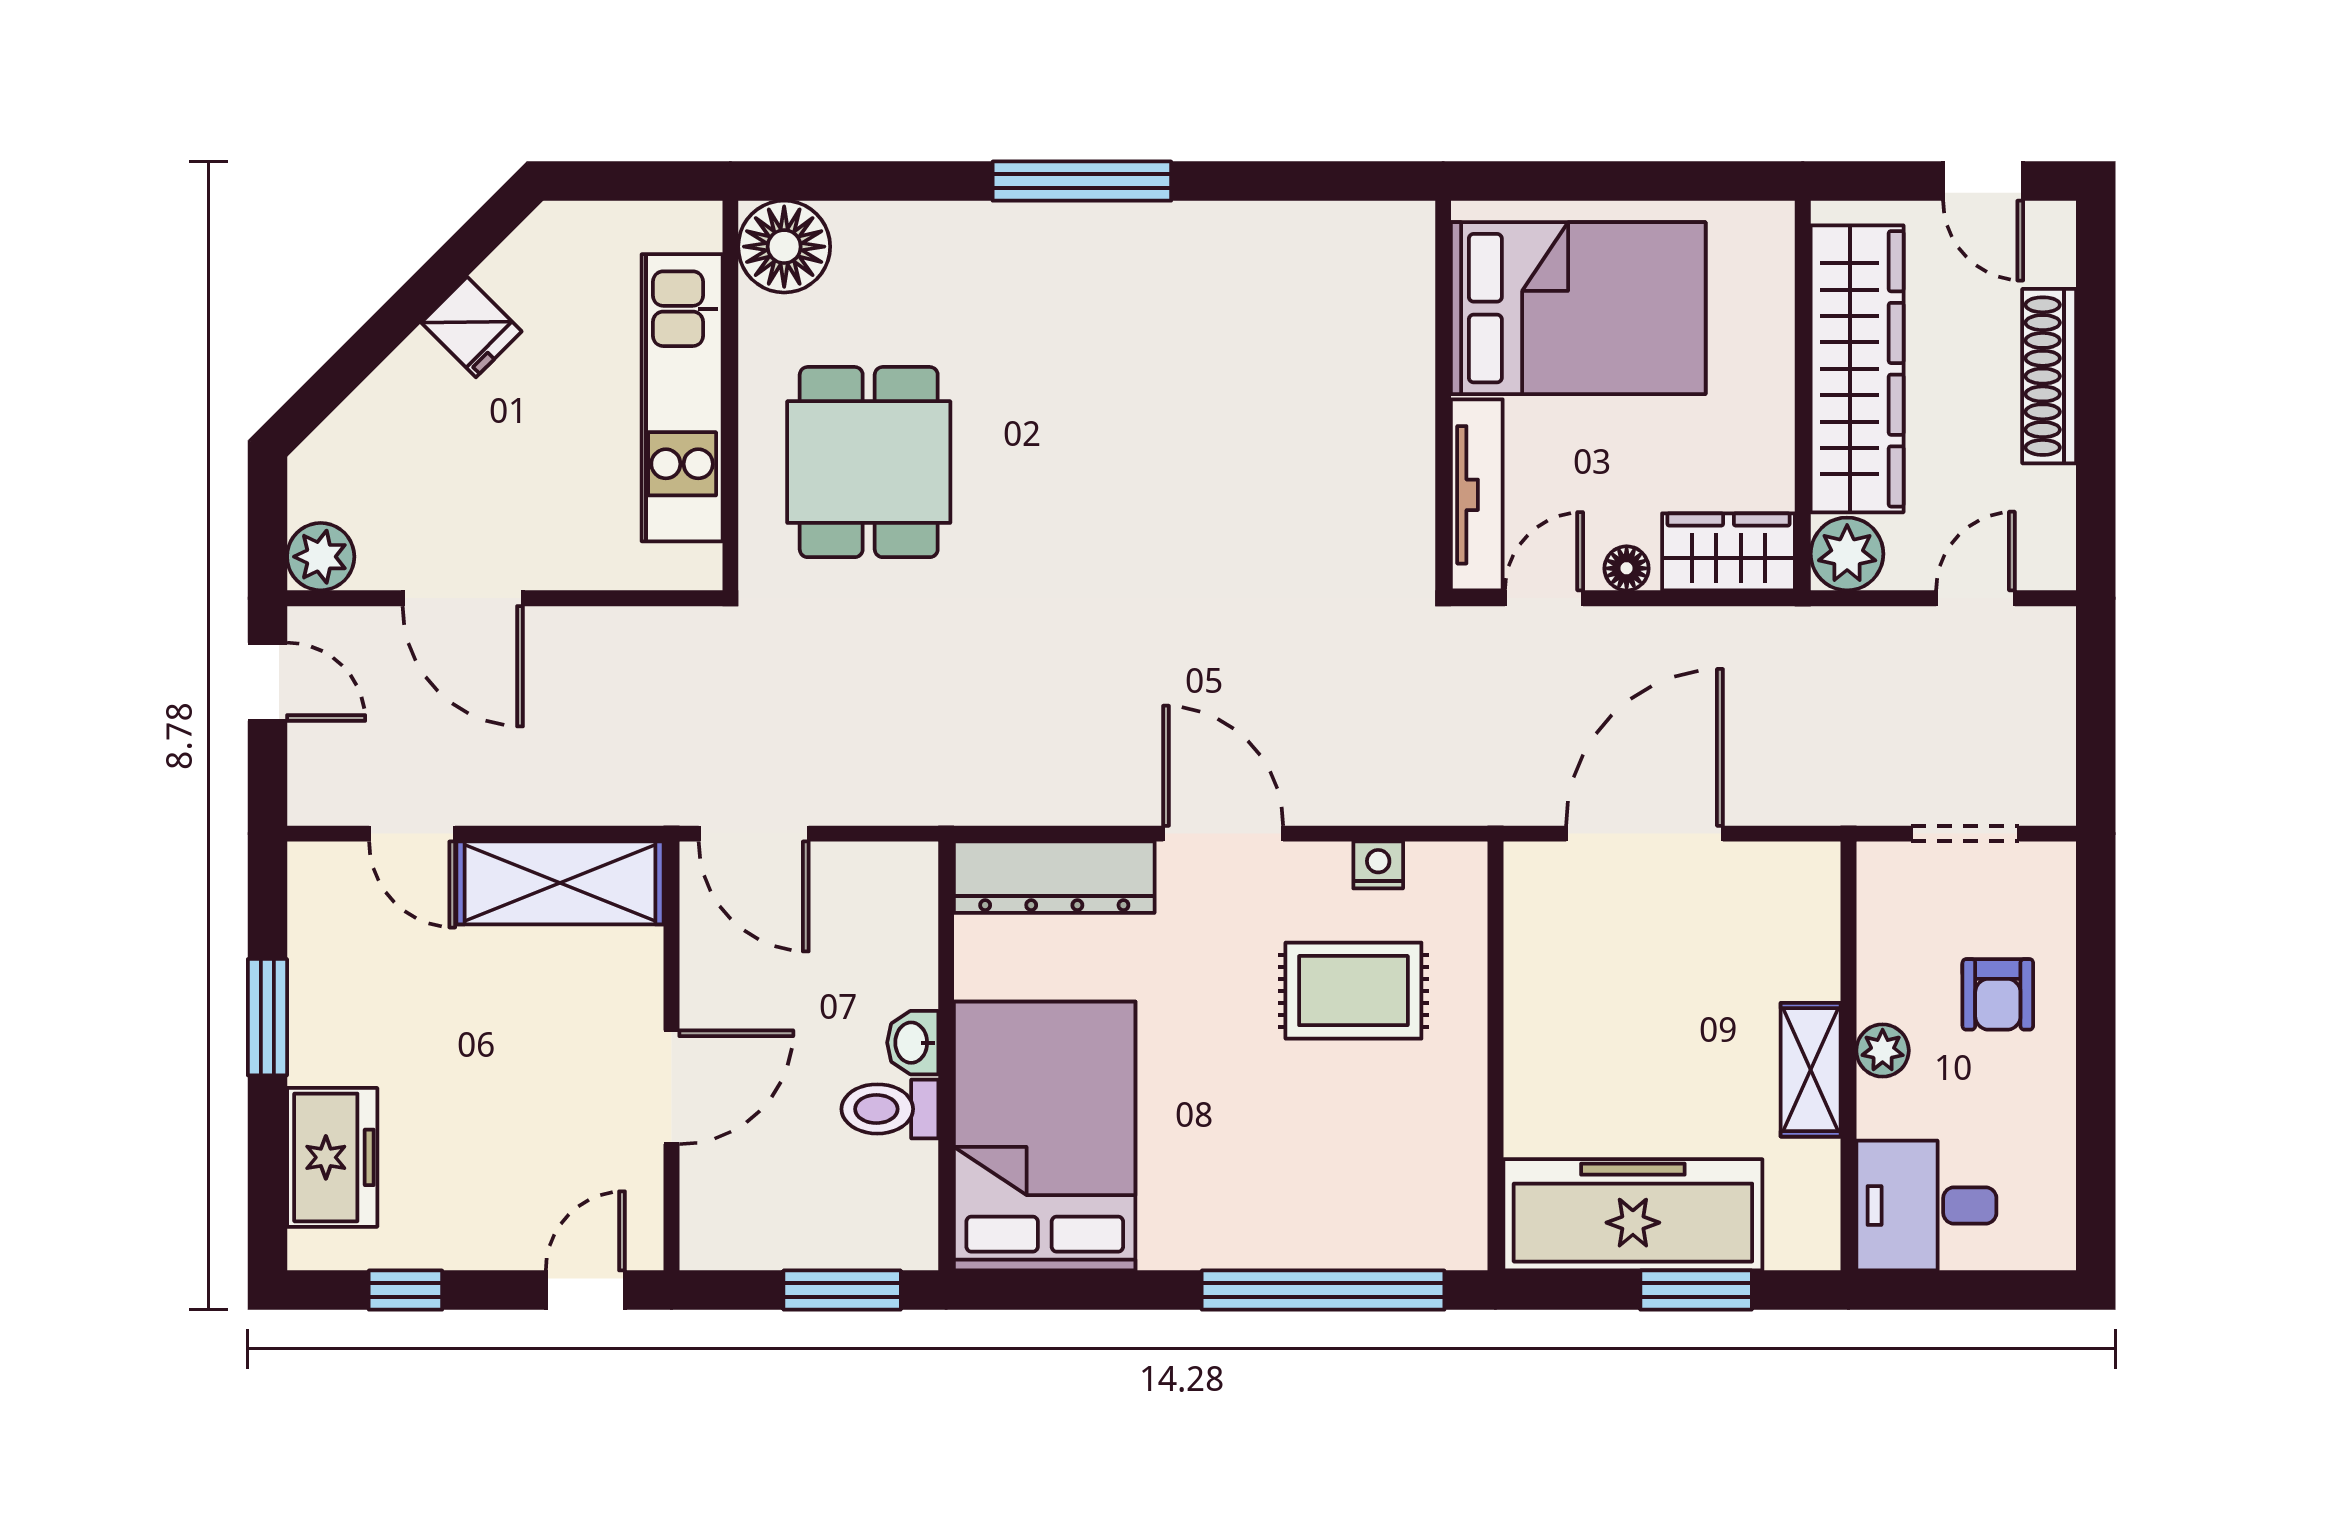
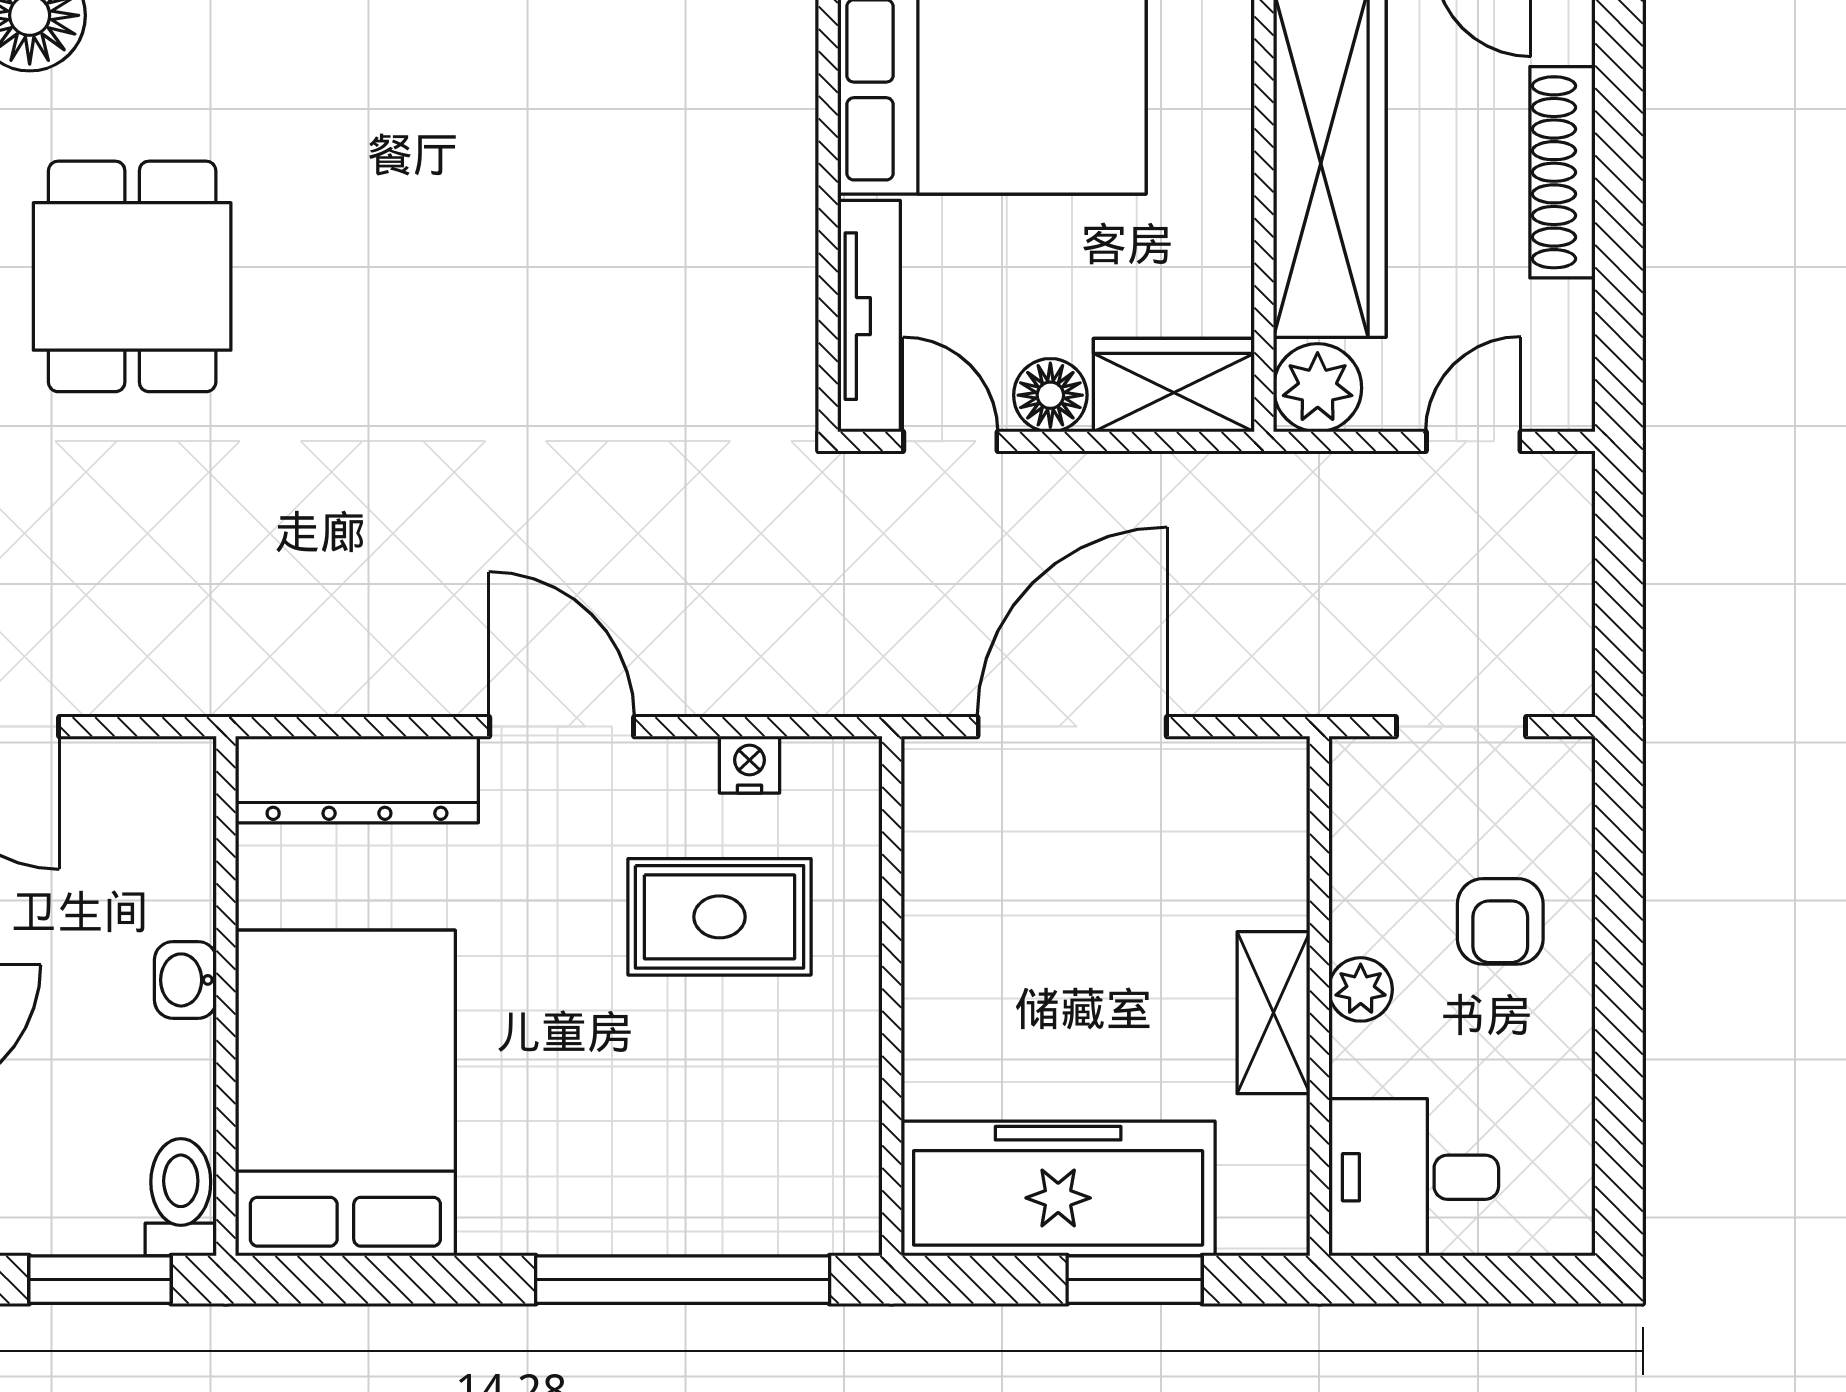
floor lamp: (1627, 568) -> (1050, 395), width x1.37, depth x1.37
door: (1544, 598) -> (950, 441), hinge flipped
toilet: (890, 1109) -> (181, 1197), moved, turned 90

